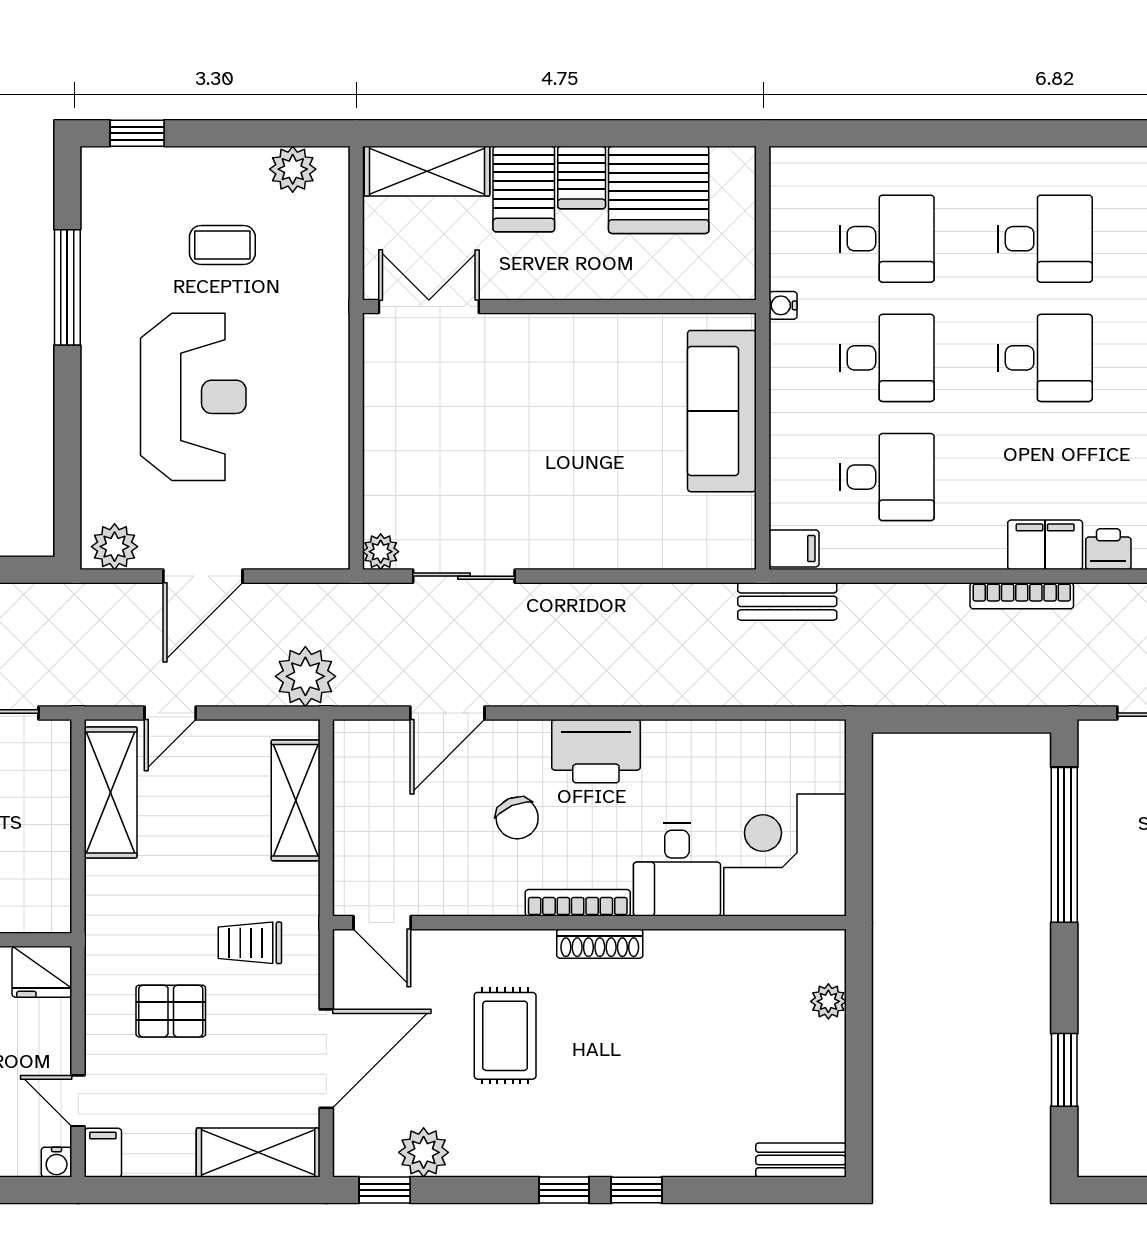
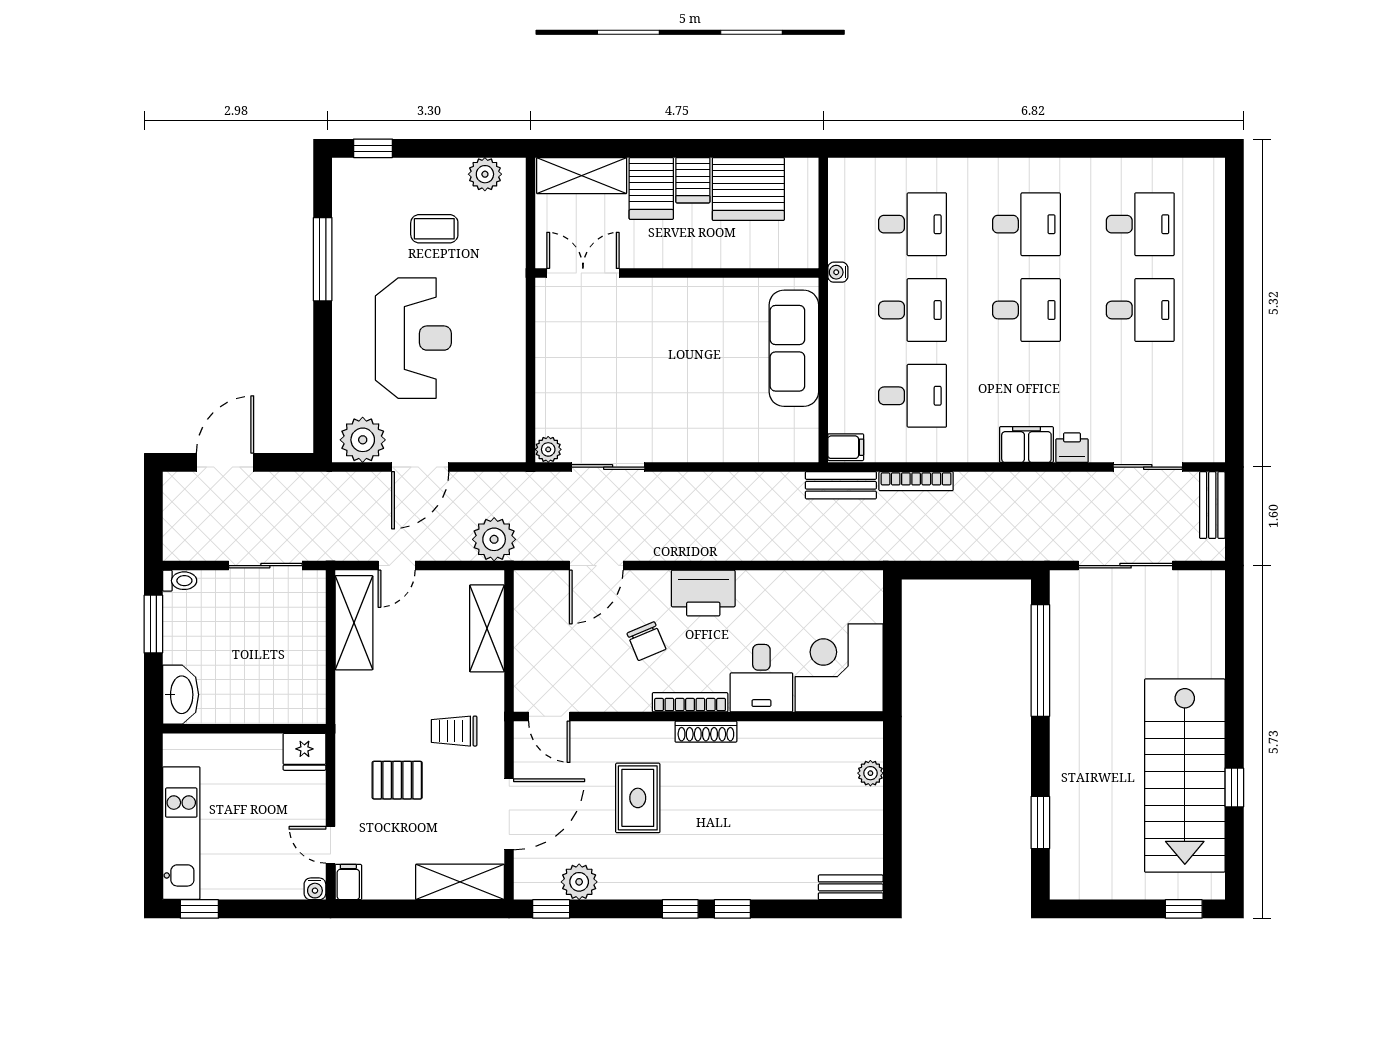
plant: (115, 547) -> (363, 440), width x1.36, depth x1.36
bookcase: (1022, 596) -> (916, 481), moved

